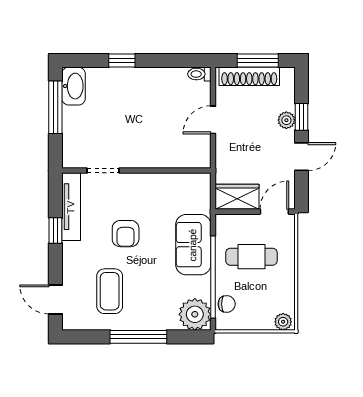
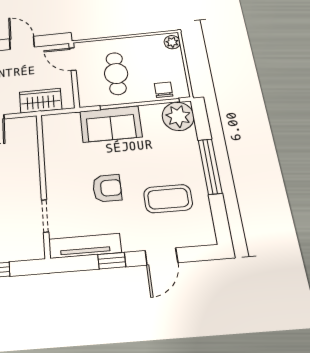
wardrobe: (237, 197) -> (41, 101), moved, turned 90
door: (55, 299) -> (161, 257), moved

